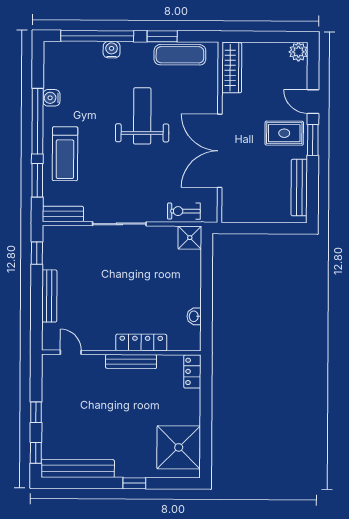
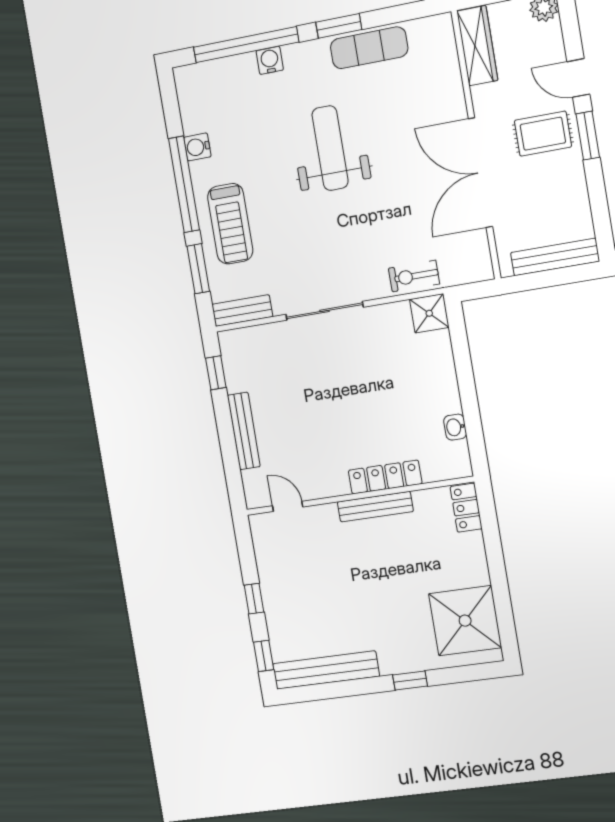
wardrobe: (232, 68) -> (477, 46), moved
wall: (220, 132) -> (476, 145), moved
double door: (220, 151) -> (480, 173), moved
bench: (299, 188) -> (555, 257), moved, turned 90

